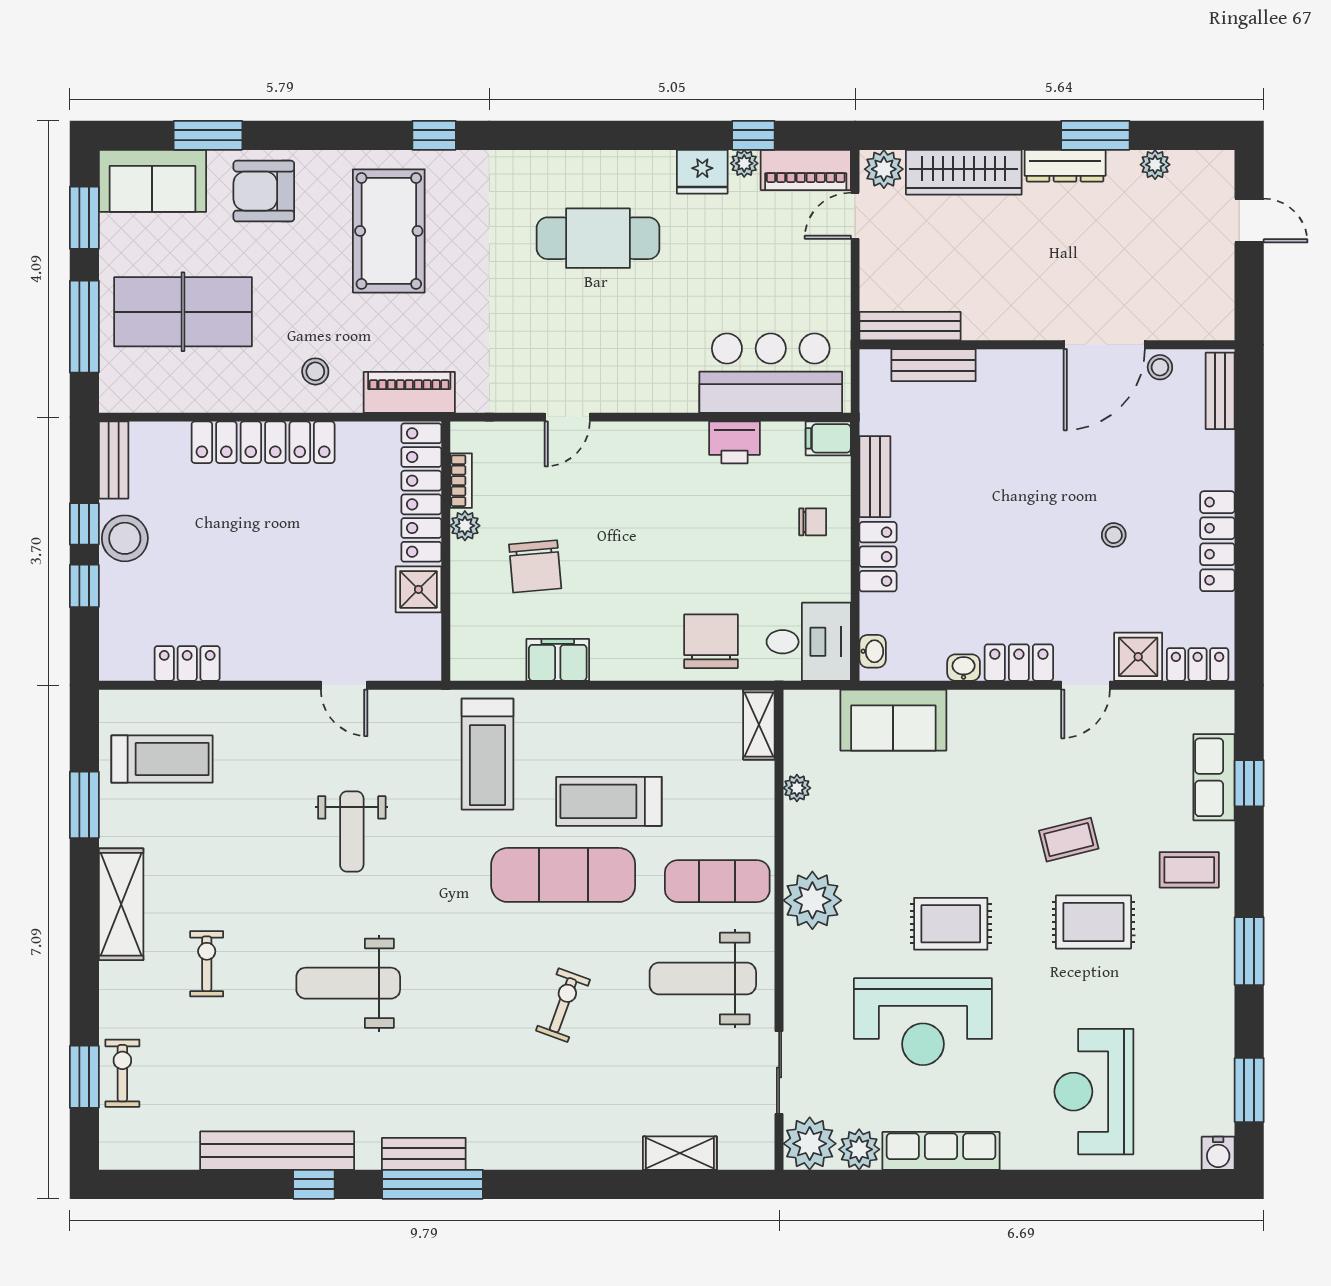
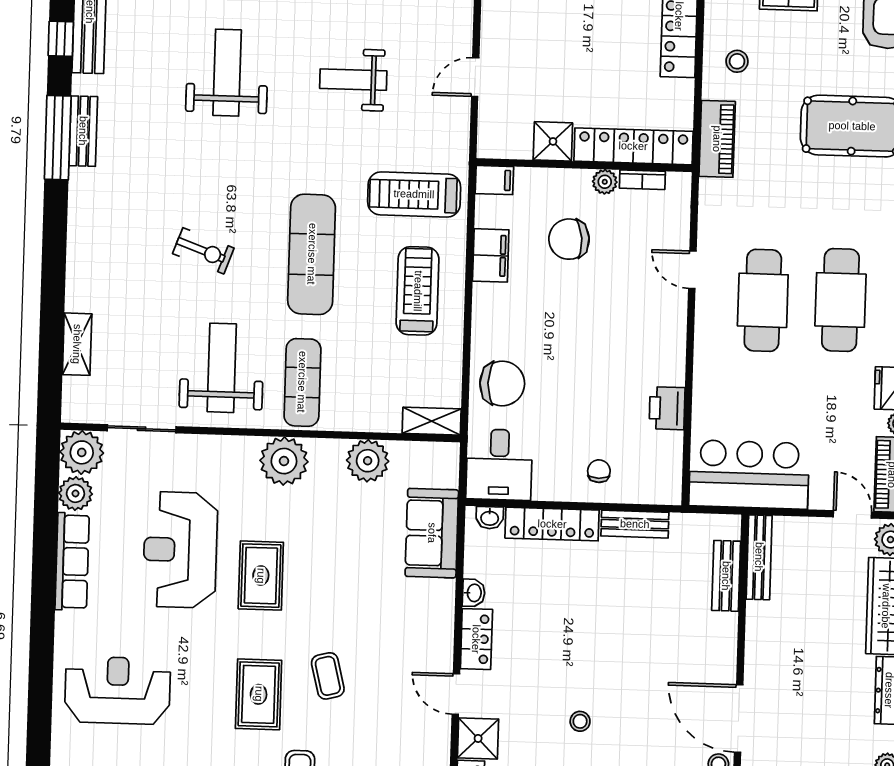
cafe table: (601, 331) -> (763, 300), added
bar counter: (771, 373) -> (749, 475), moved, turned -90
filing cabinet: (828, 438) -> (494, 180), moved, turned 90
chair: (813, 522) -> (599, 471), turned 180
locker: (878, 557) -> (552, 524), width x1.53
plant: (797, 788) -> (368, 461), width x1.88, depth x1.88
treadmill: (609, 801) -> (418, 291), moved

